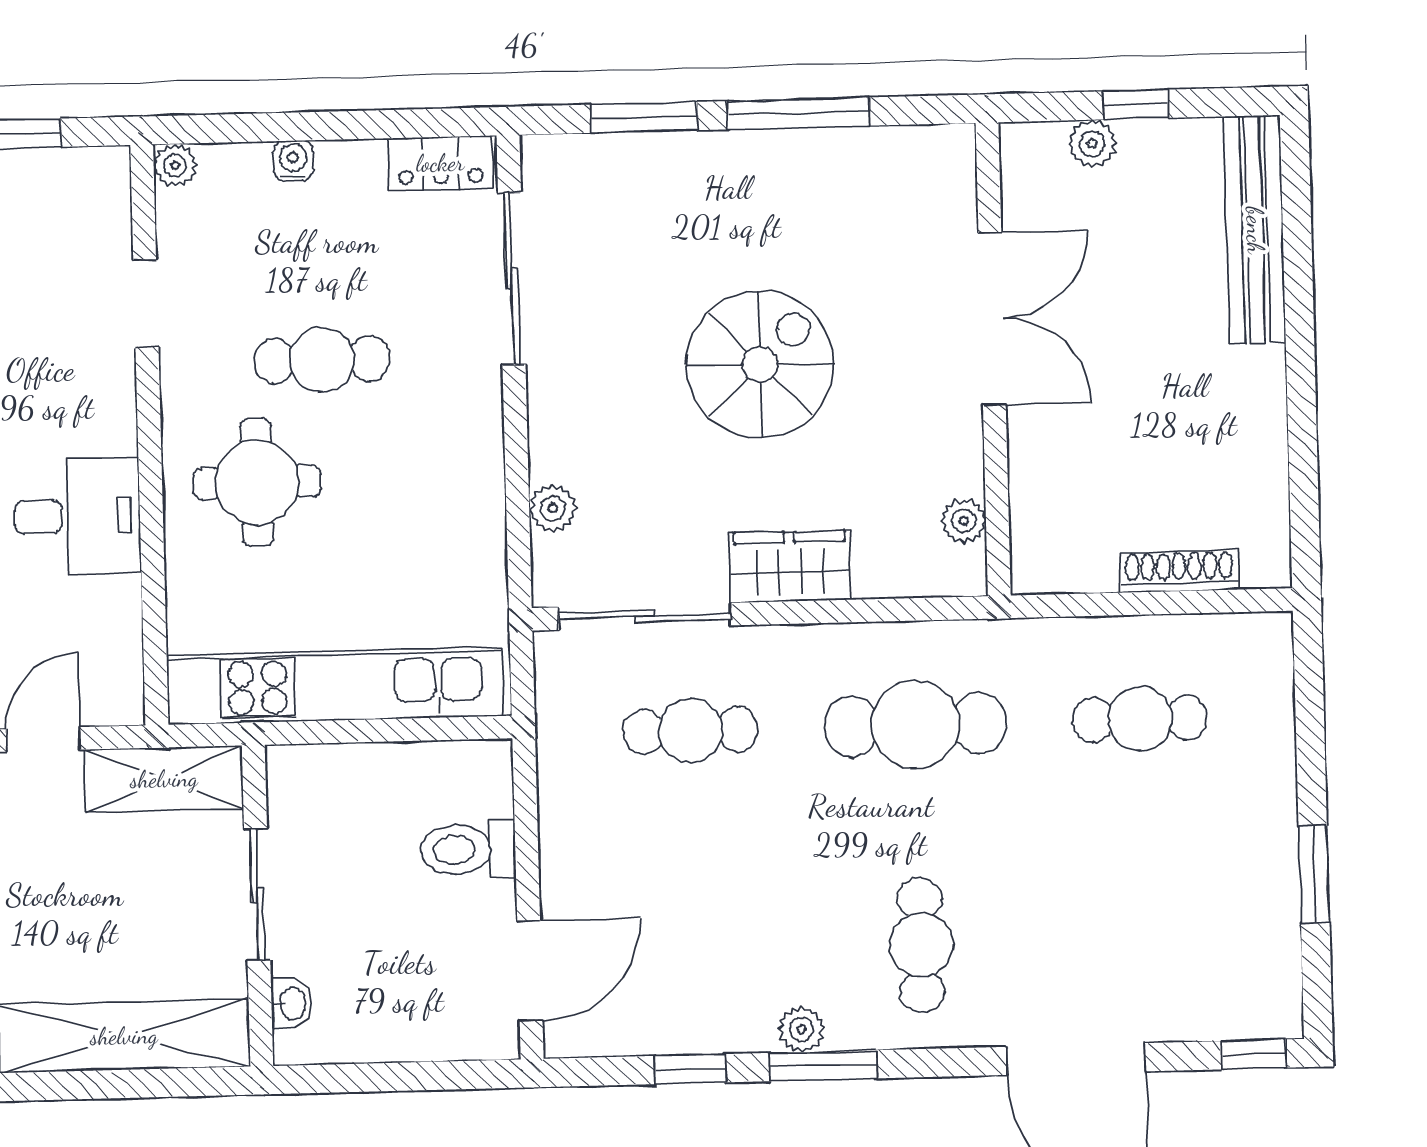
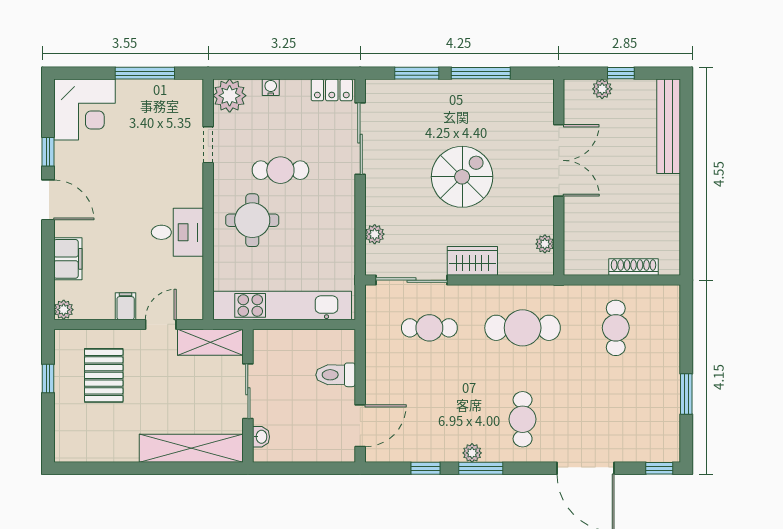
plant: (175, 165) -> (230, 96), width x1.87, depth x1.87
cafe table: (1140, 719) -> (616, 328), turned 90

